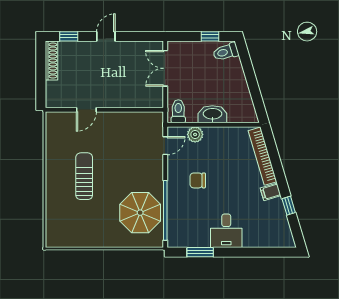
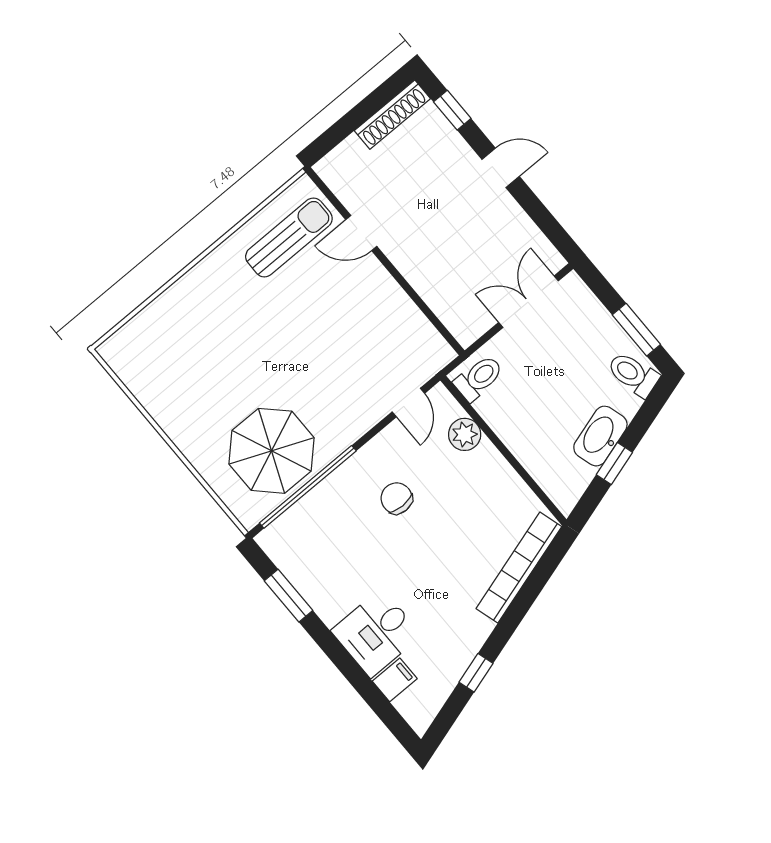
window: (210, 36) -> (636, 330), width x1.50
window: (254, 87) -> (614, 463), added
washbasin: (212, 114) -> (600, 436), moved, turned -107
door: (165, 146) -> (408, 403), hinge flipped
sun lounger: (84, 176) -> (289, 237), moved
filing cabinet: (271, 192) -> (395, 680), moved, turned 107
desk: (226, 231) -> (376, 633), moved

